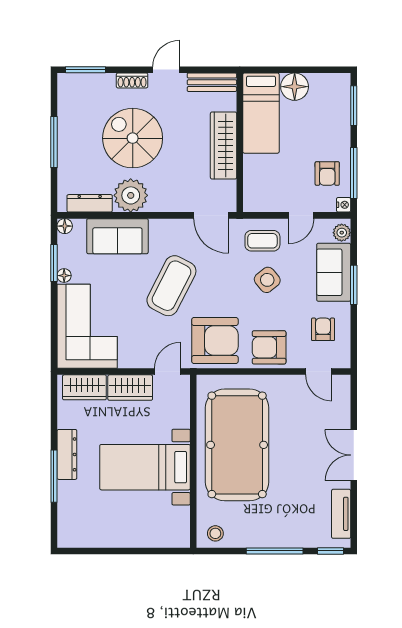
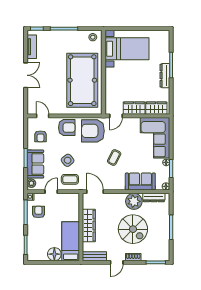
coffee table: (171, 286) -> (114, 157), width x0.54, depth x0.58
bed with nightstands: (145, 467) -> (127, 49), moved

